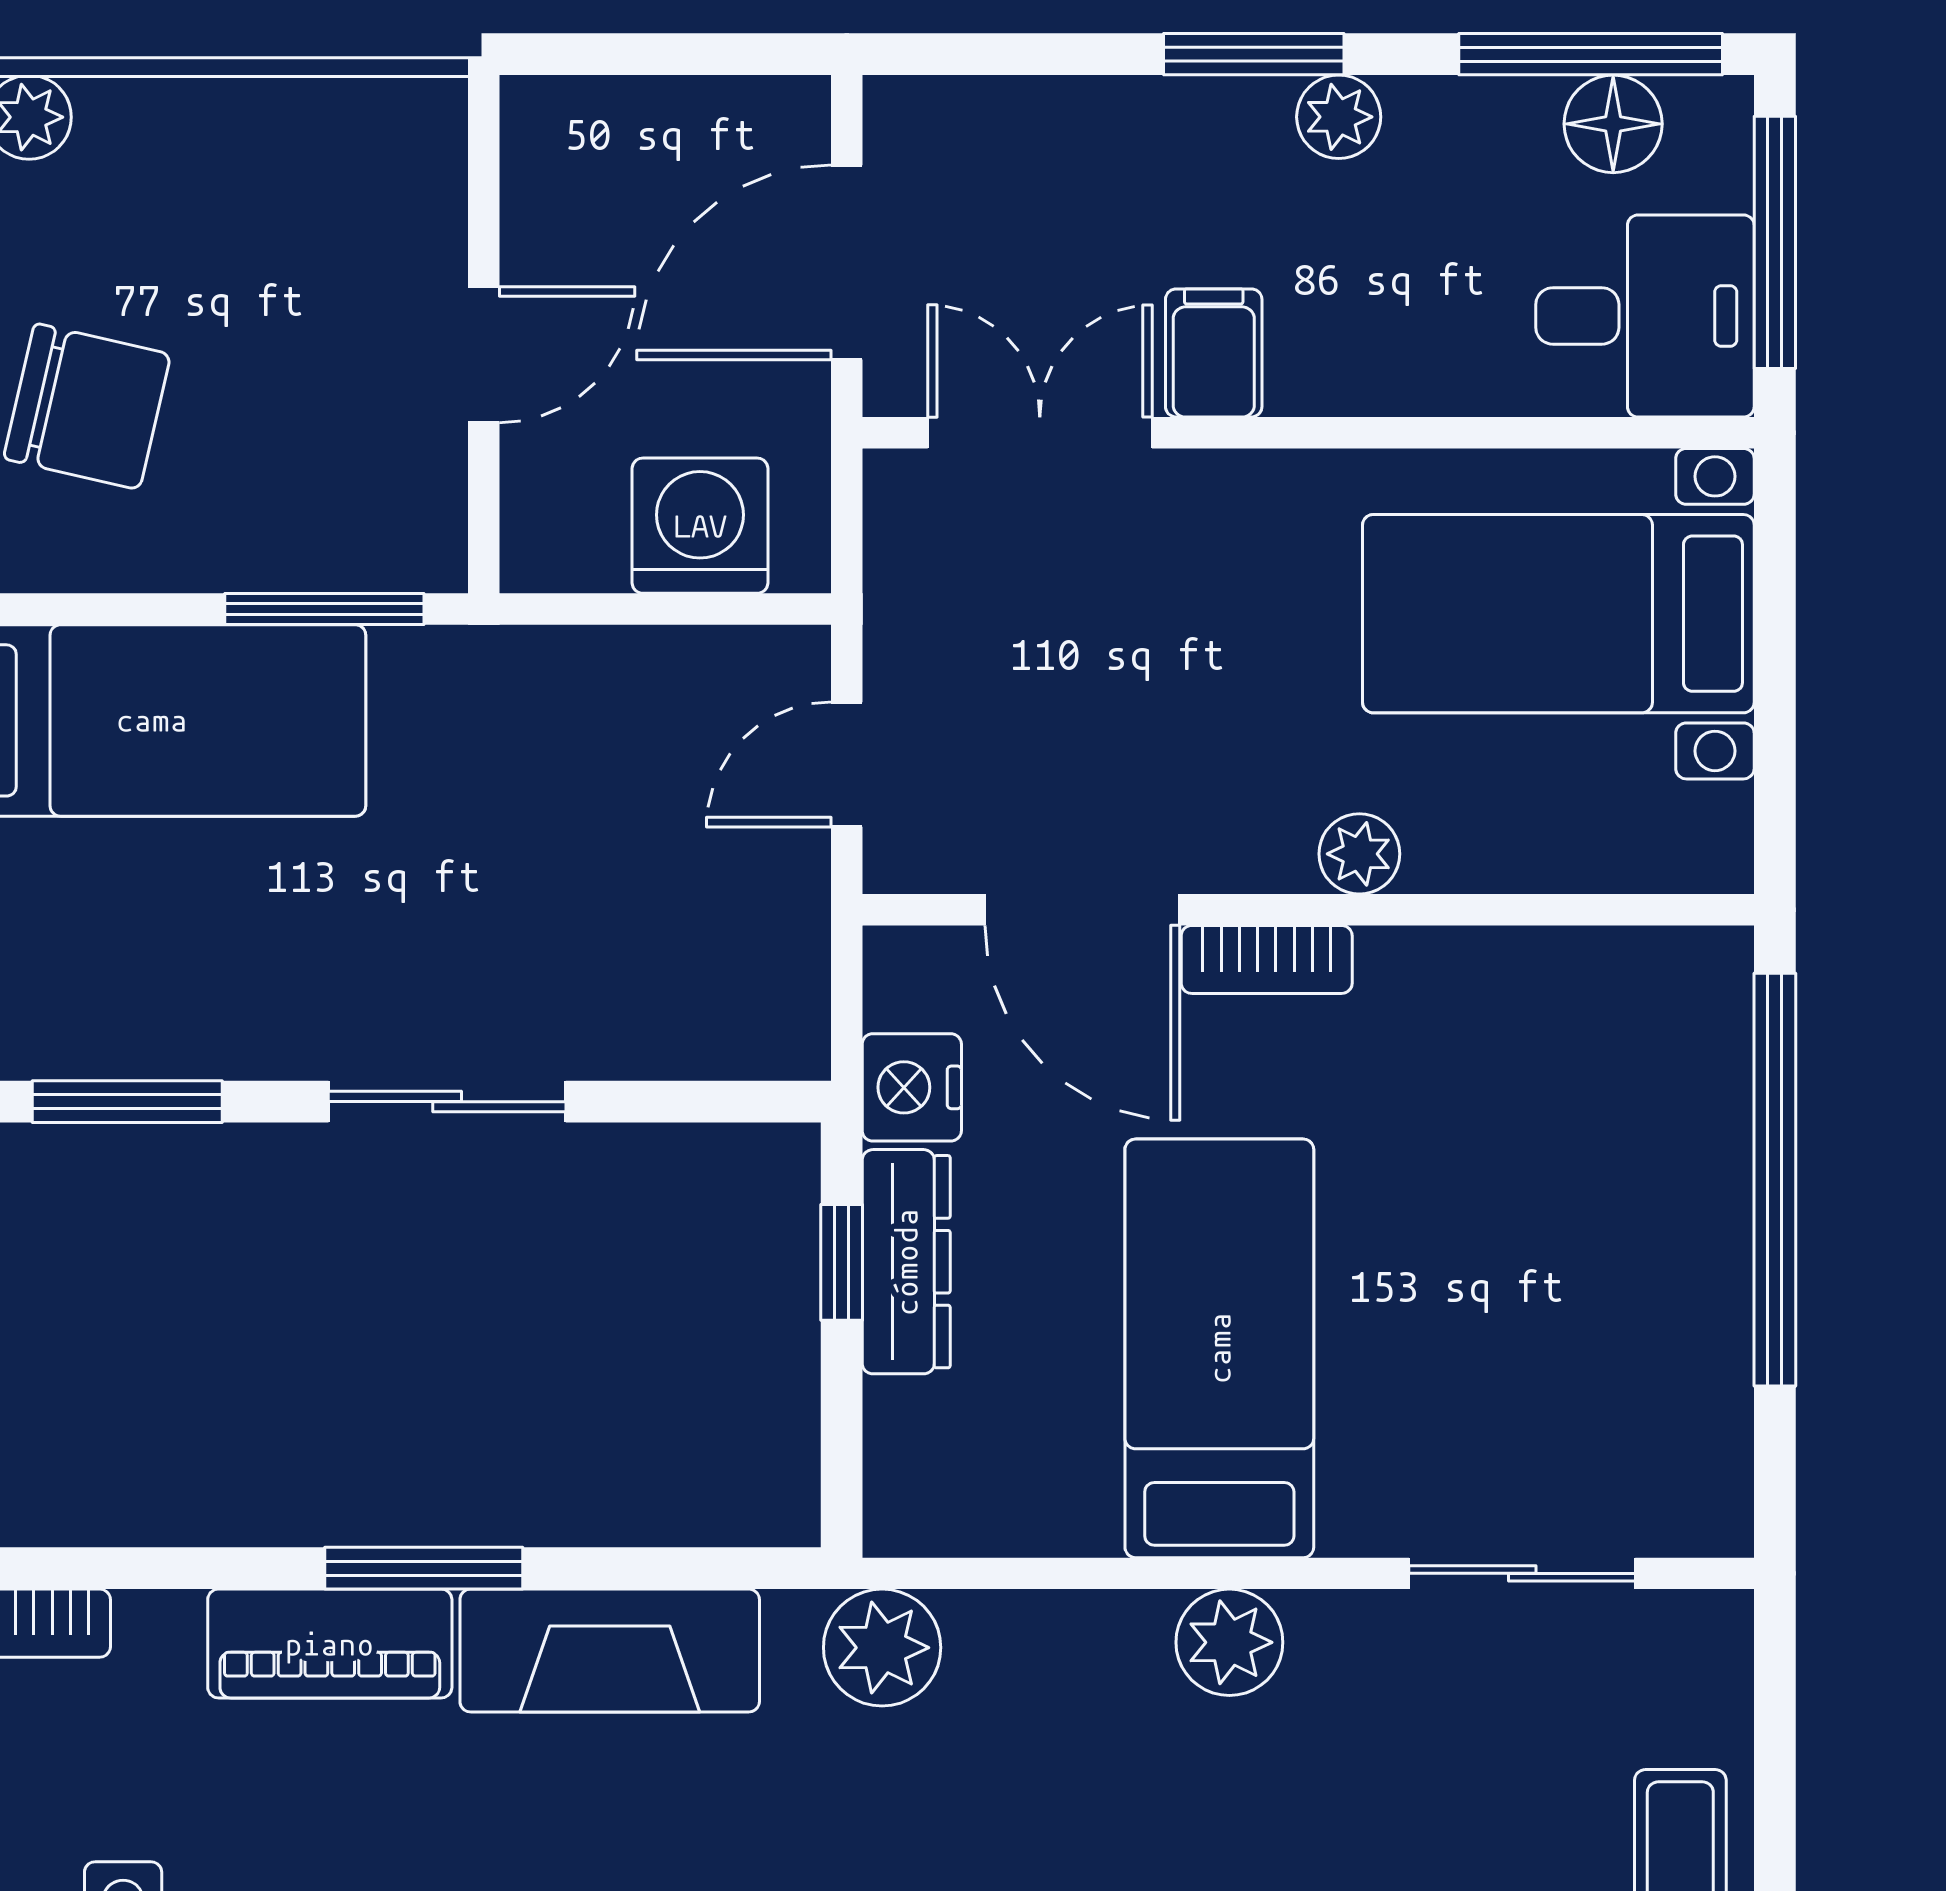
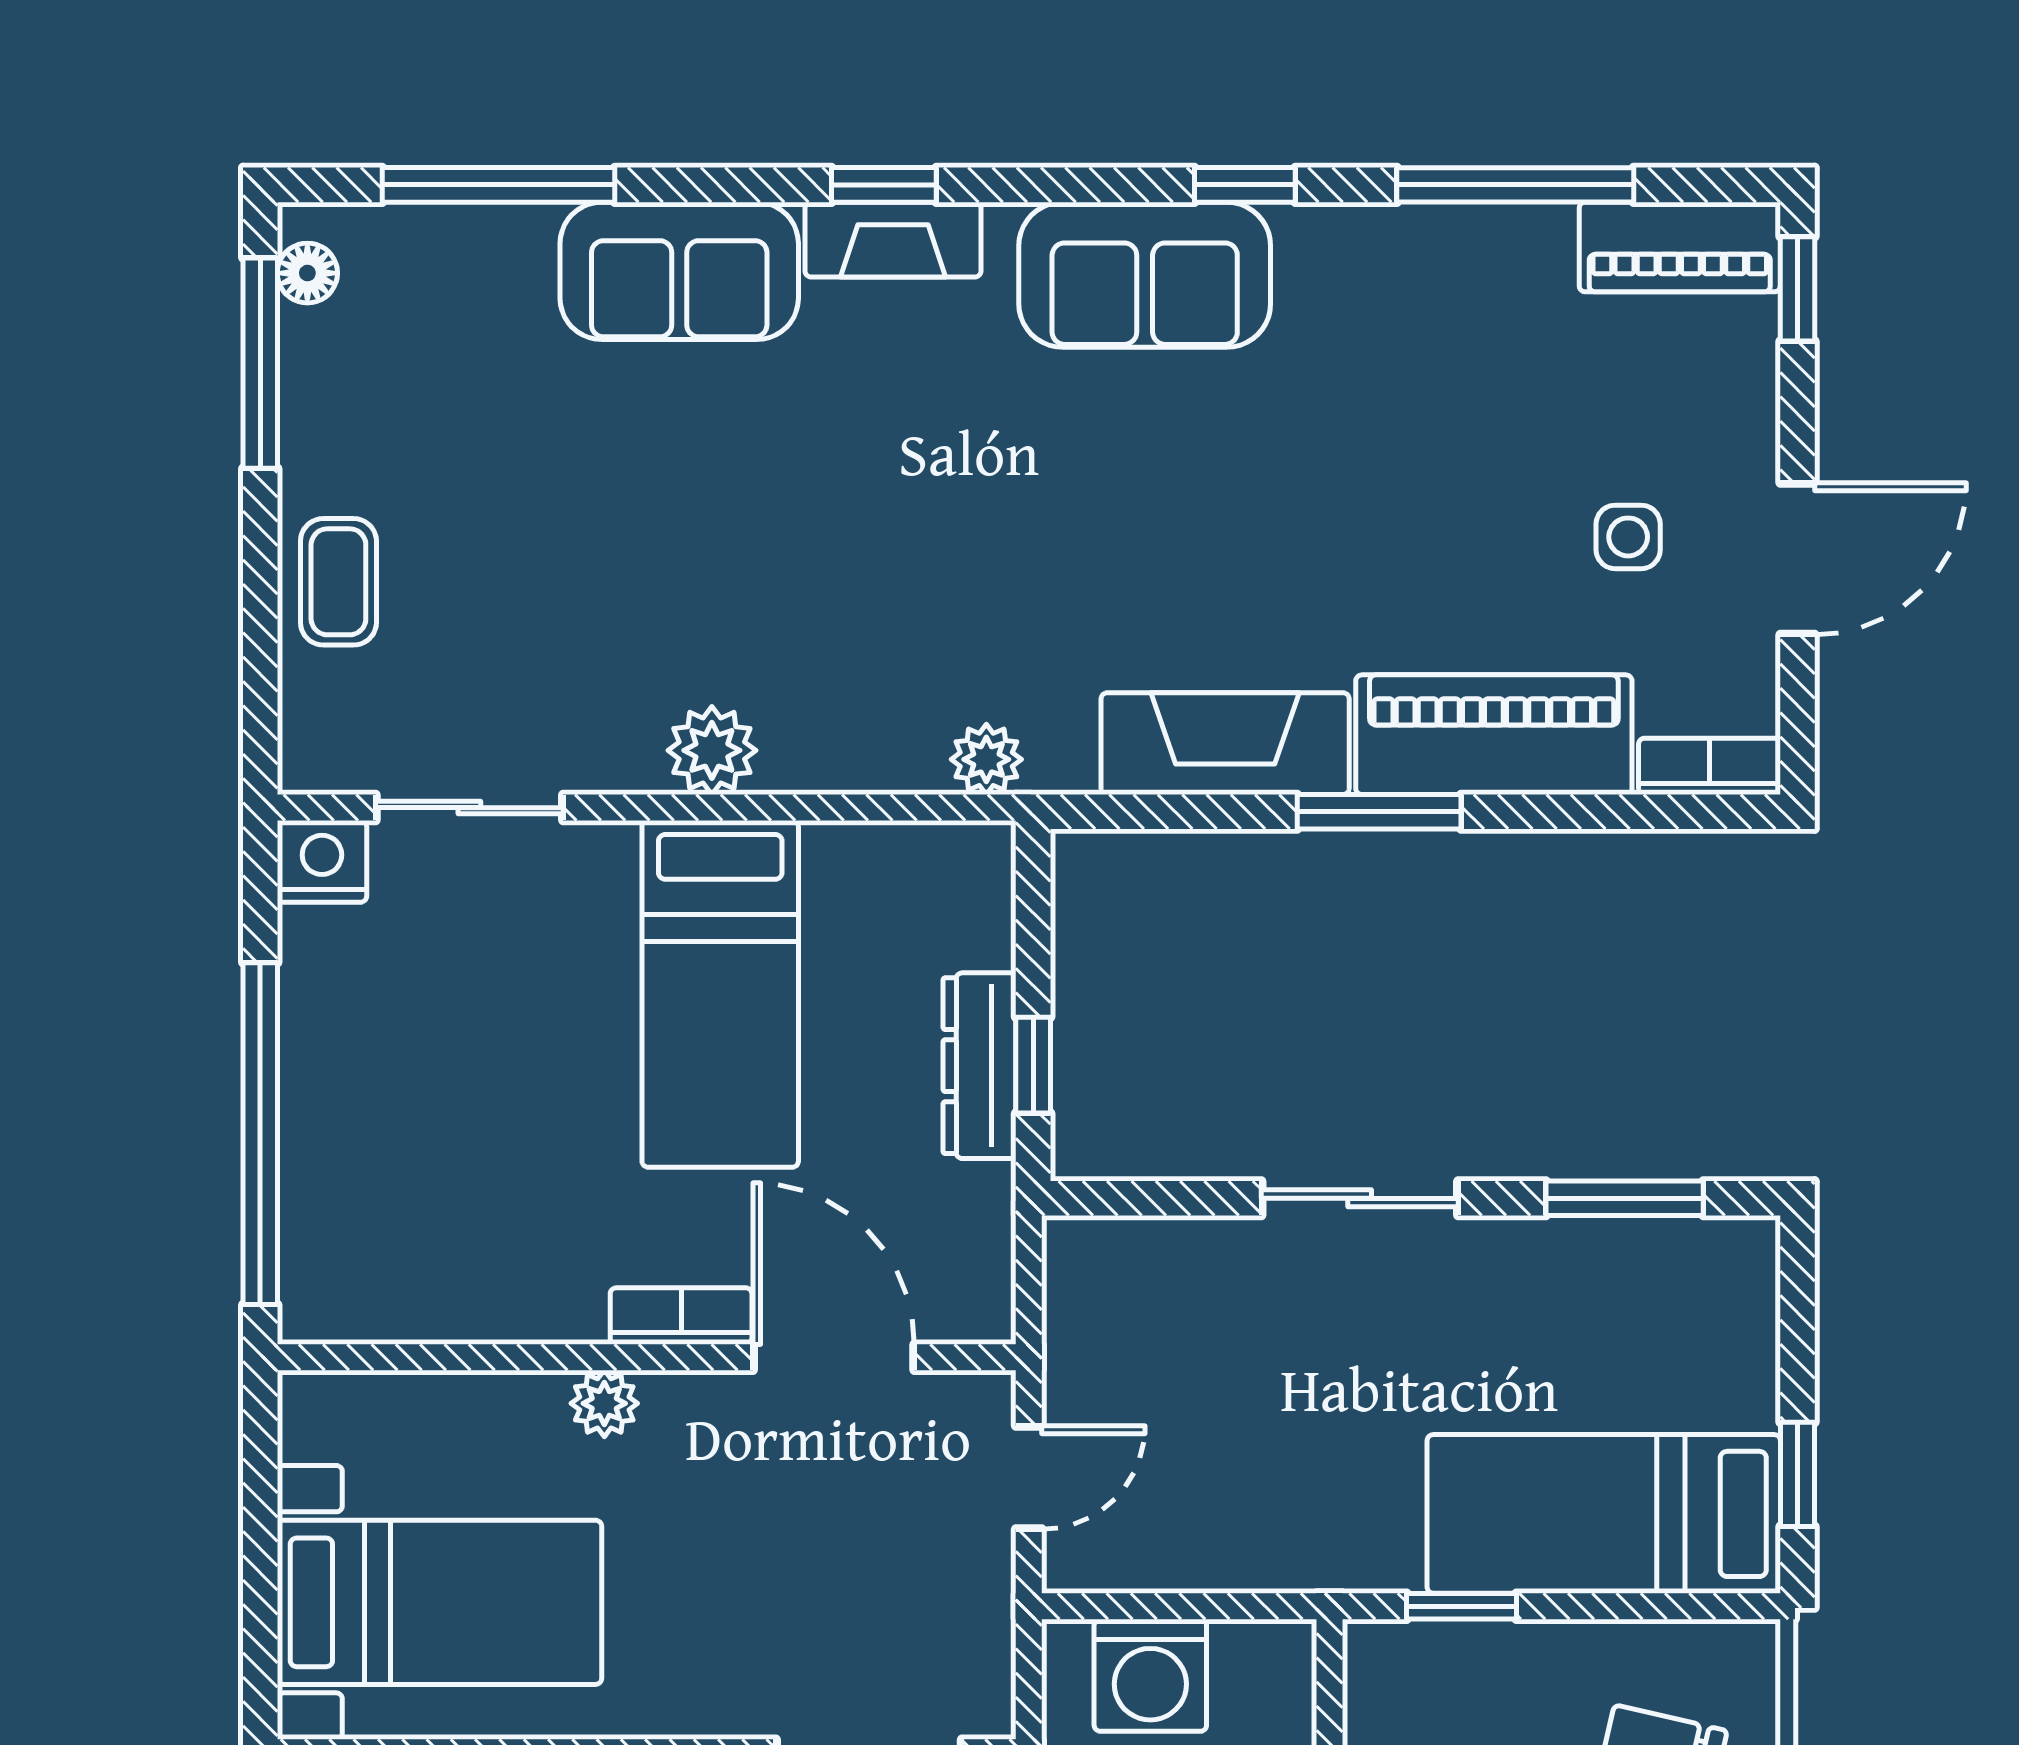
window: (324, 609) -> (1461, 1606), width x0.67
nightstand: (912, 1087) -> (322, 861), moved, turned -90
piano: (330, 1644) -> (1494, 735), width x1.37, depth x1.33
plant: (882, 1648) -> (986, 759), width x0.73, depth x0.73

